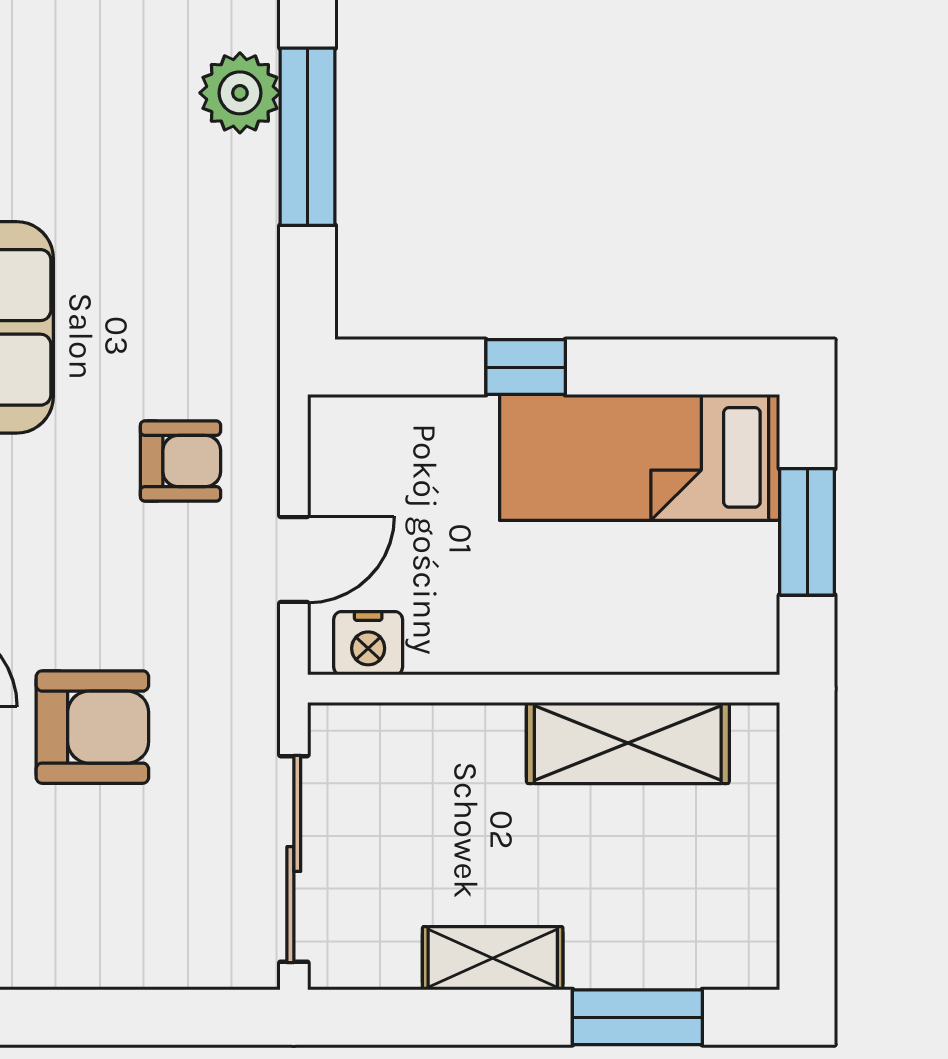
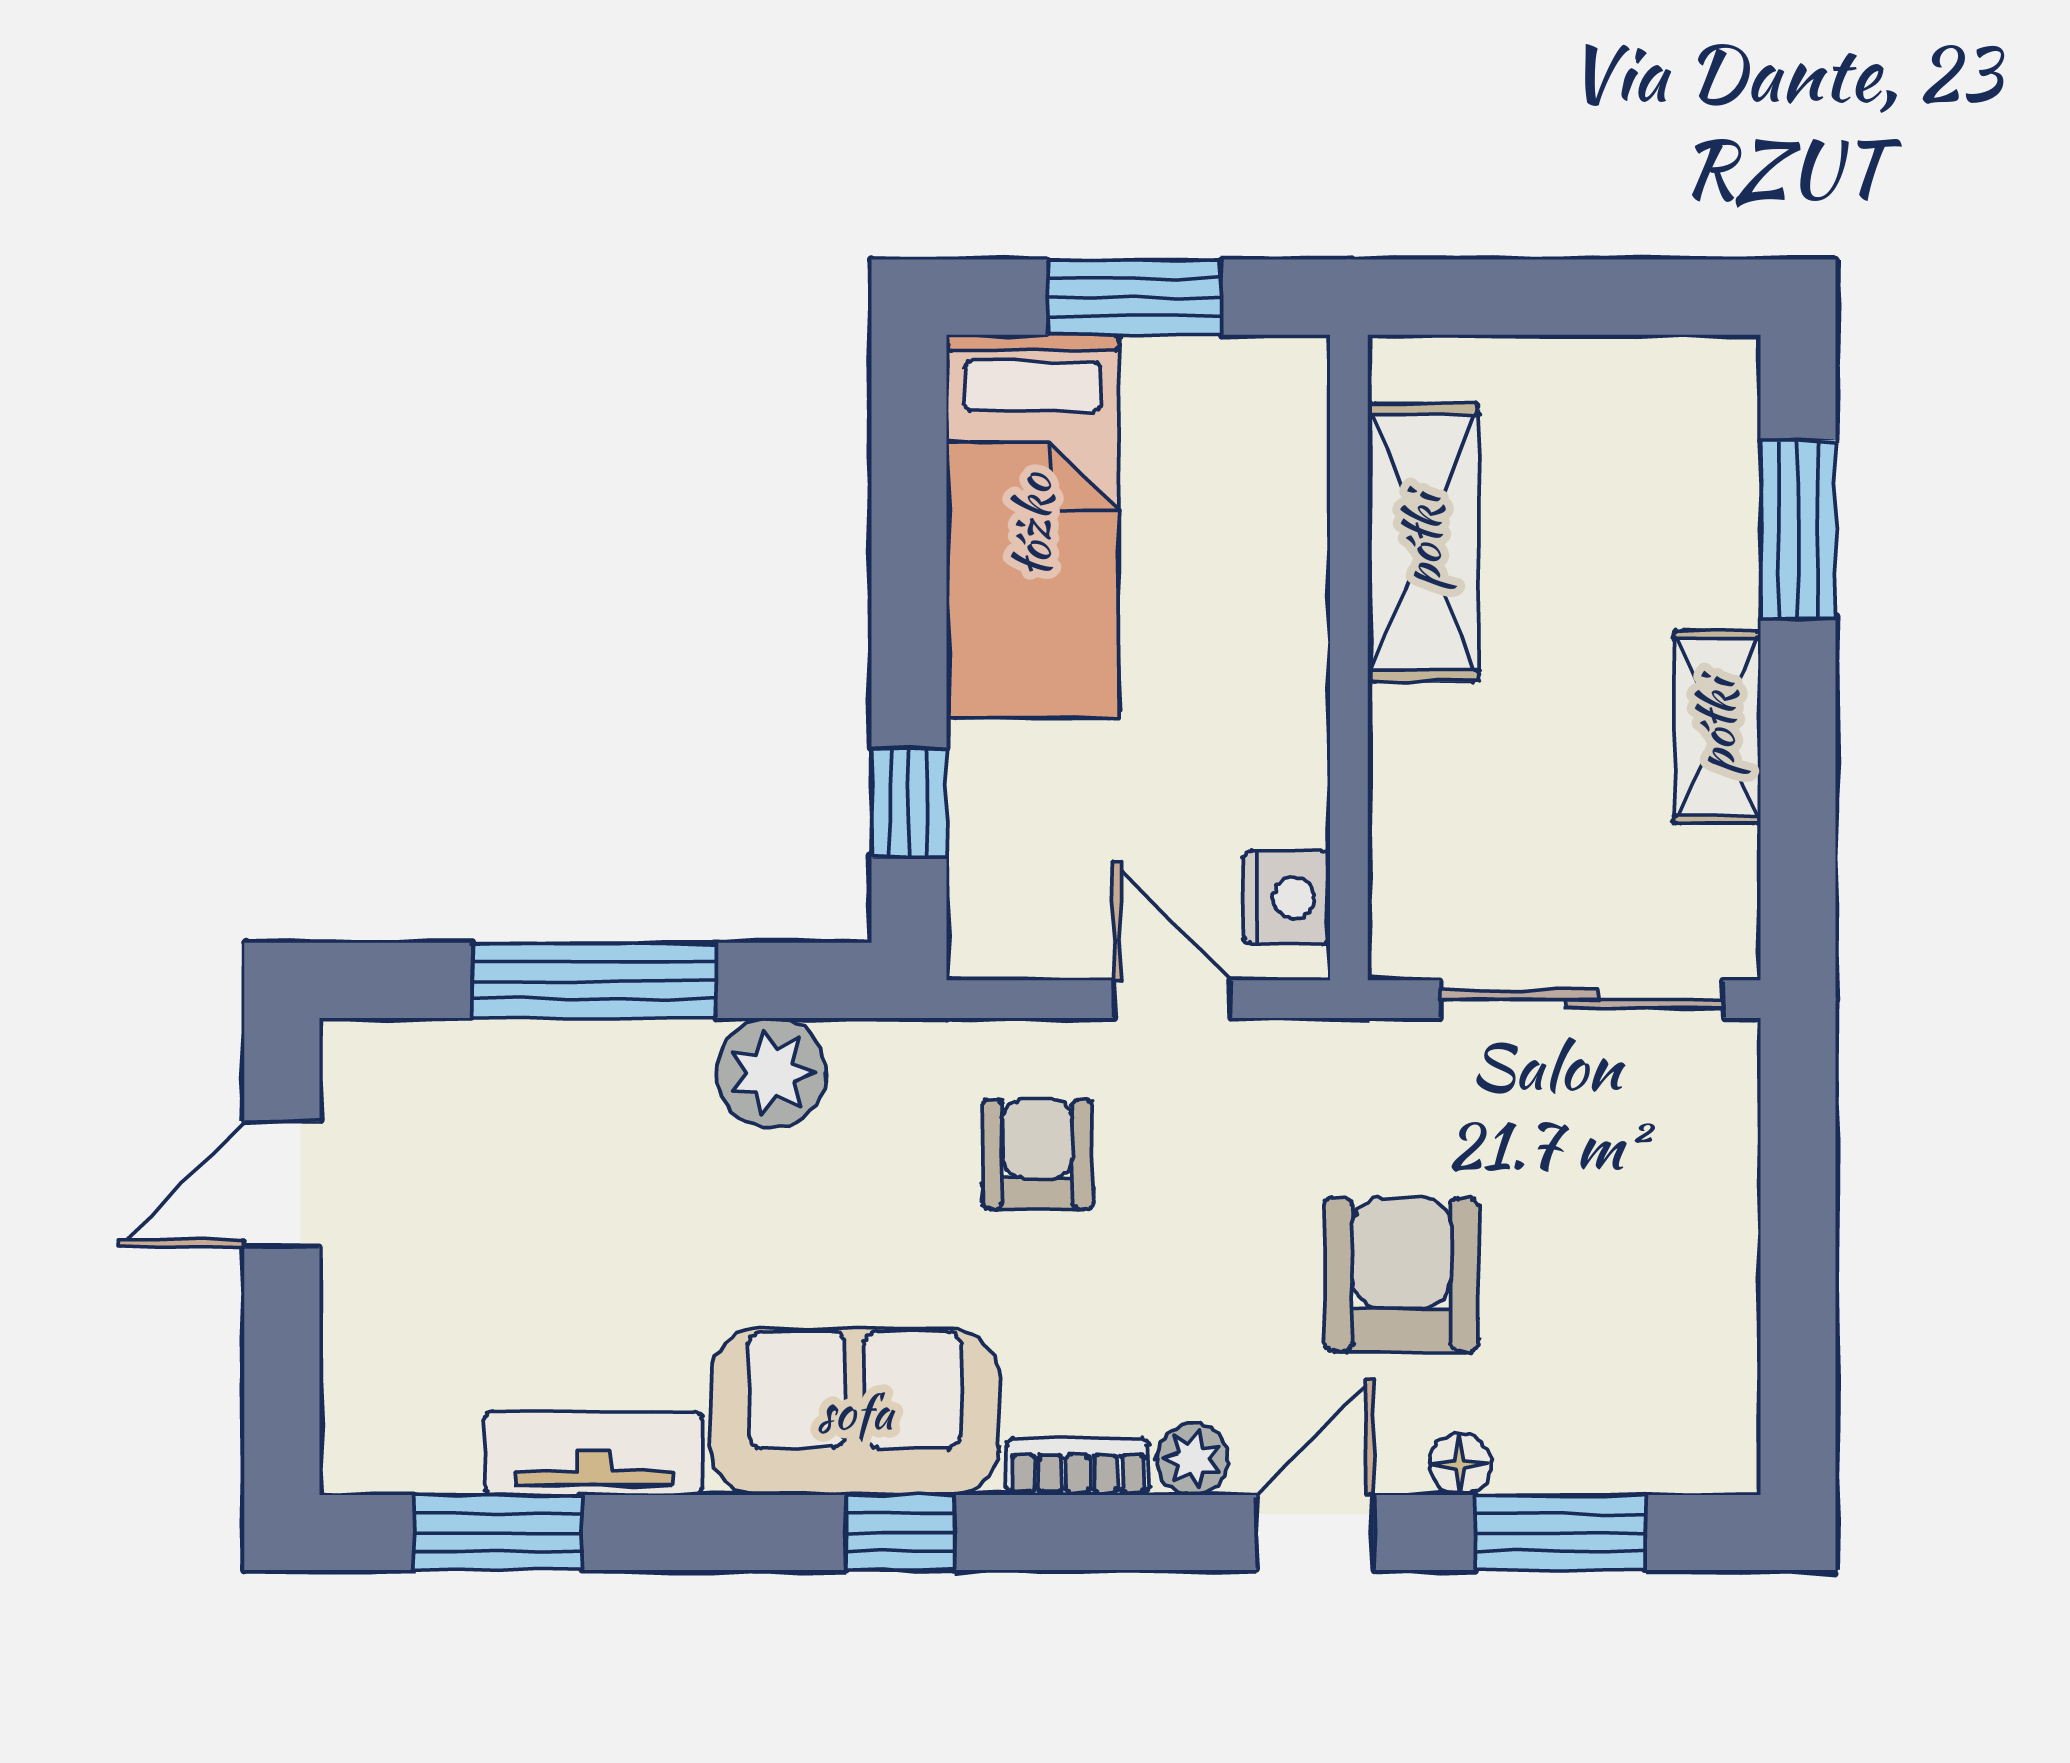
plant: (240, 93) -> (772, 1073), moved
window: (526, 367) -> (909, 803), moved

